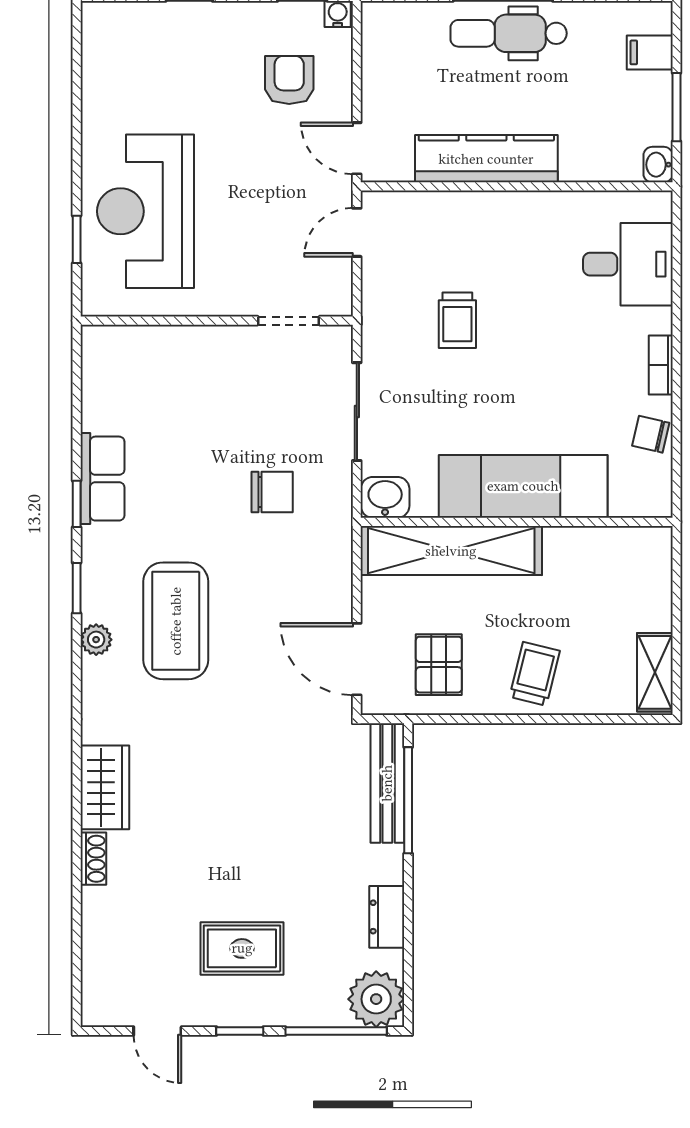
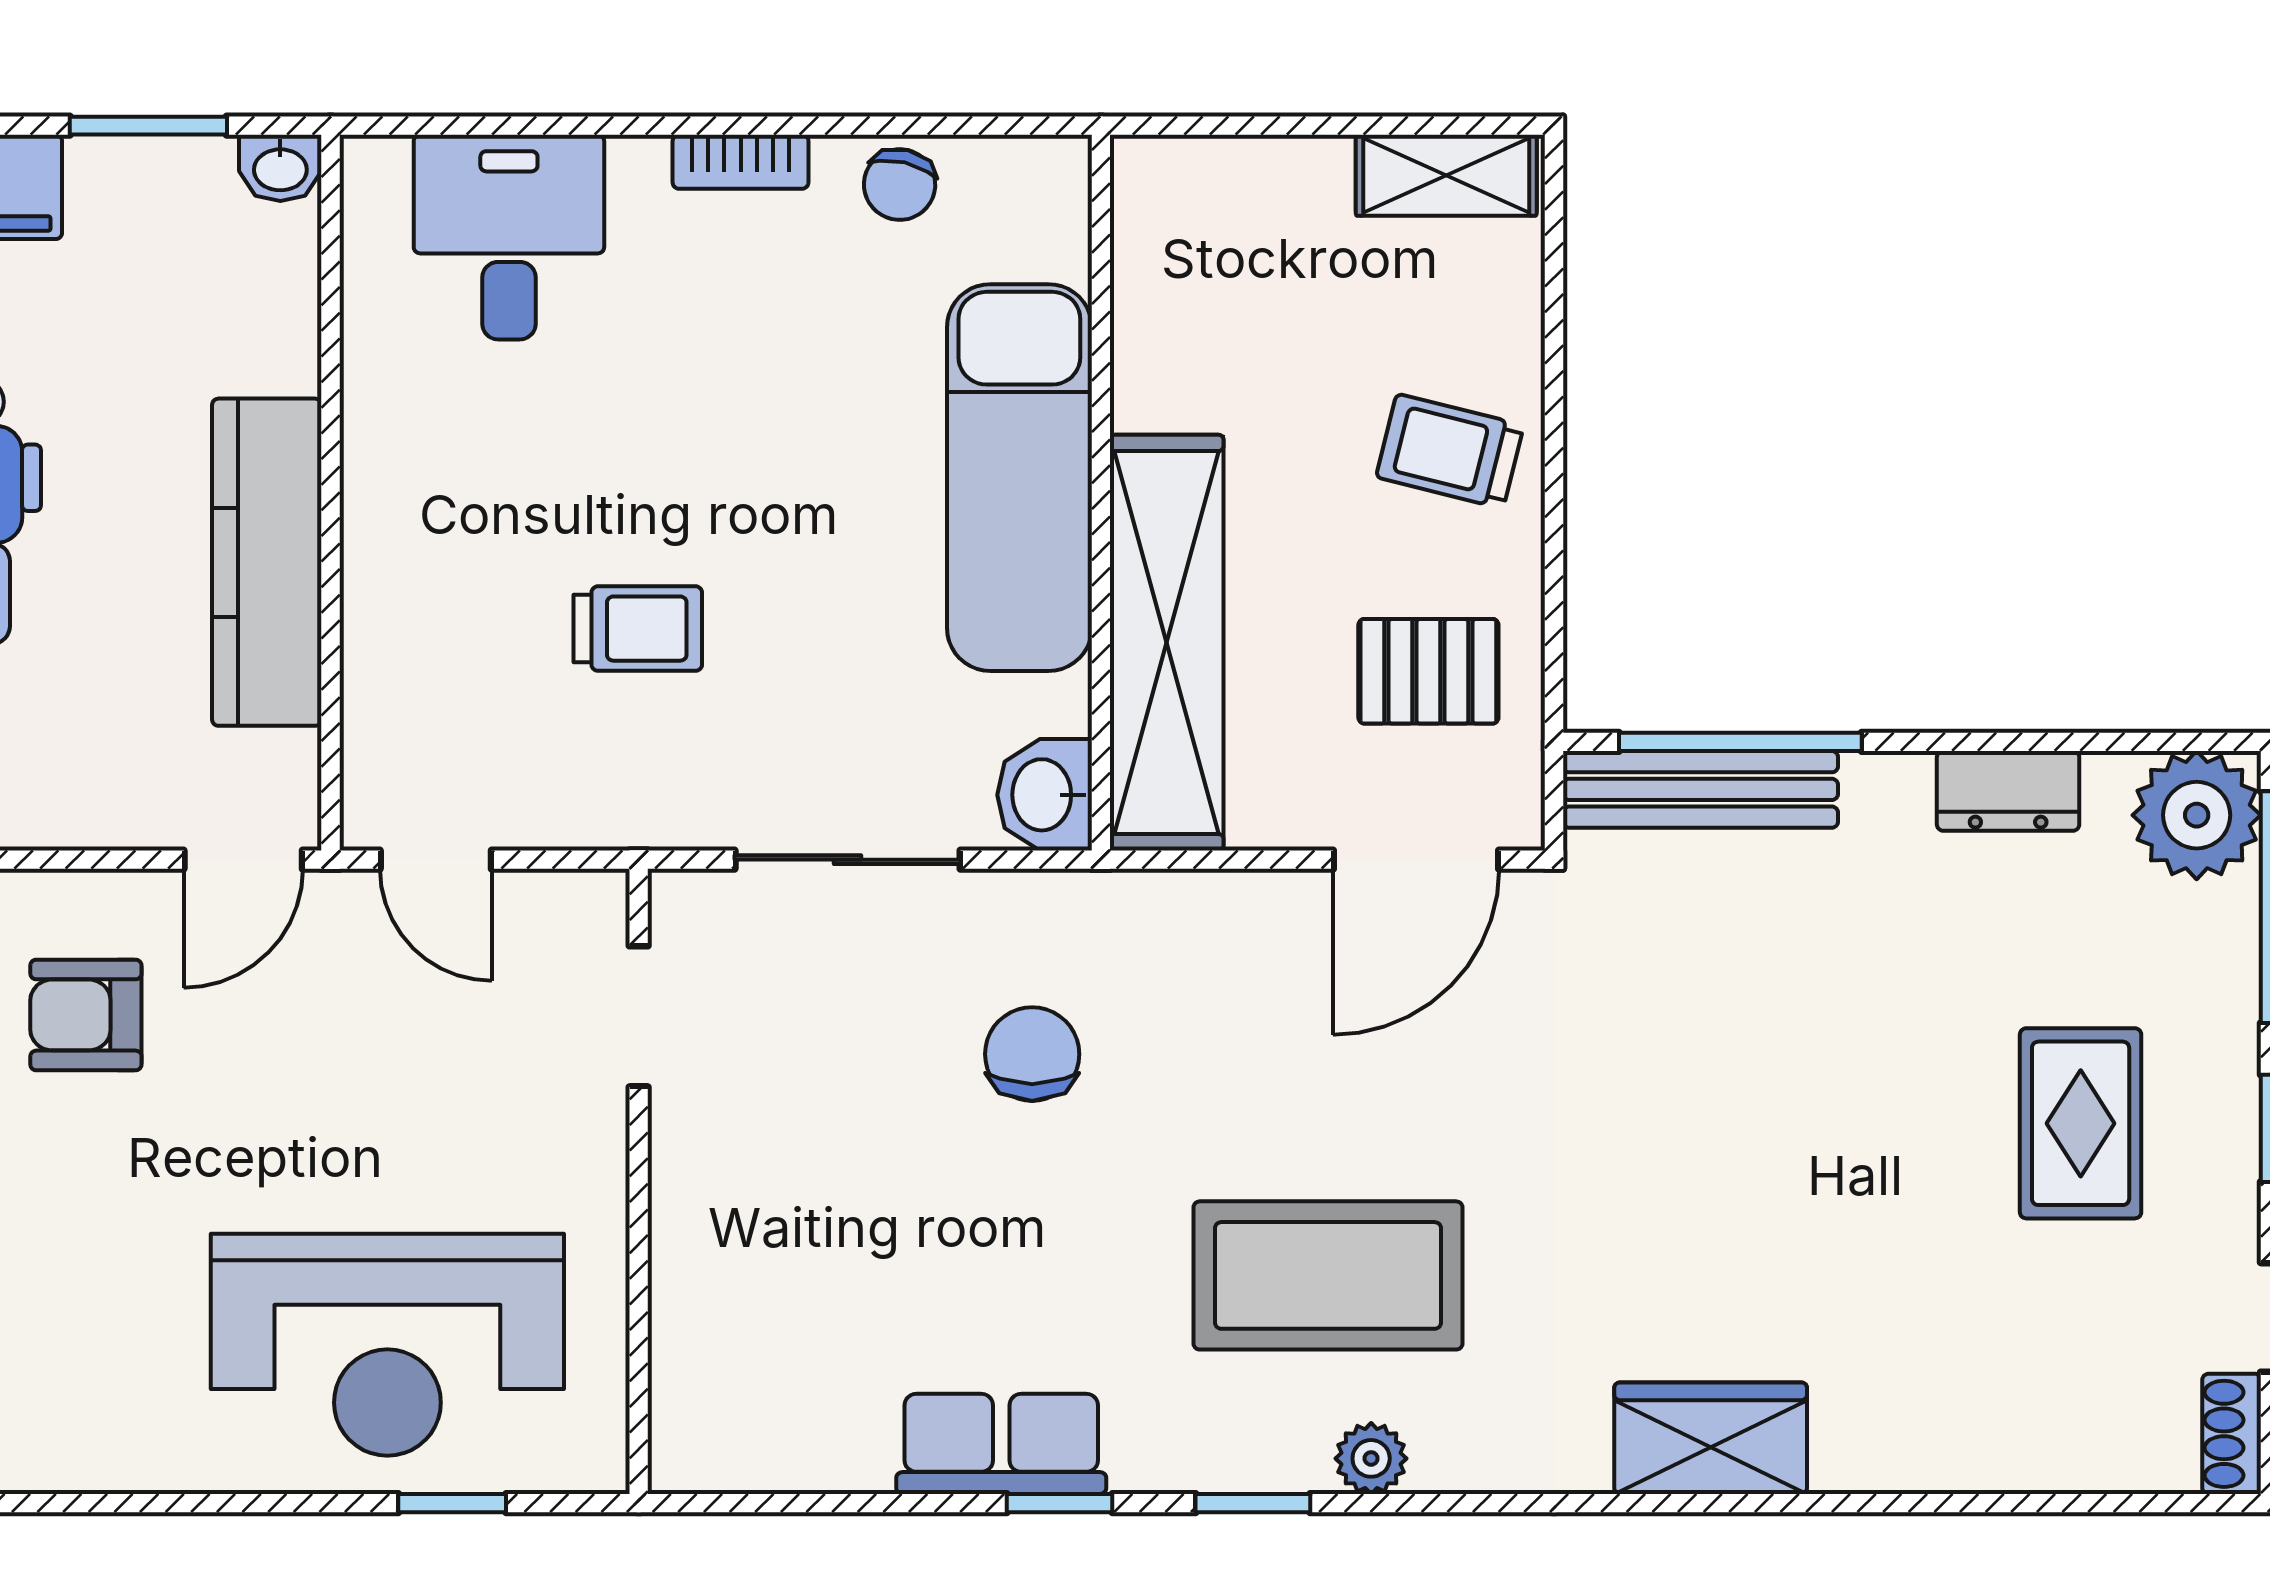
shoe rack: (93, 859) -> (2232, 1434), moved, turned -90

